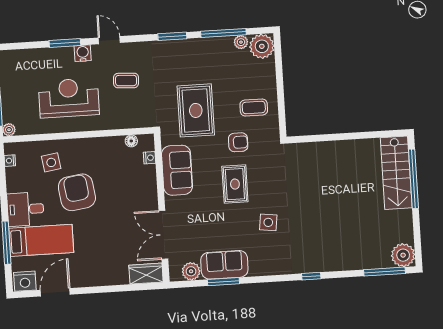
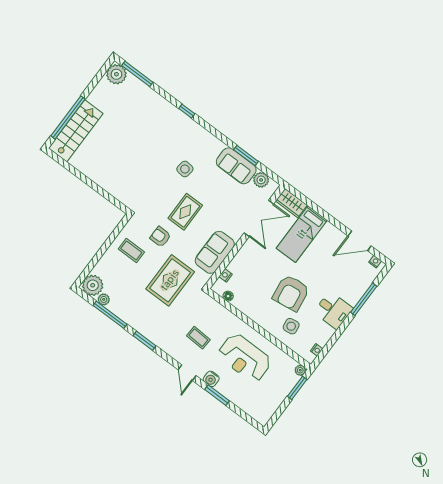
bed: (41, 240) -> (302, 234), moved, turned -90
nightstand: (25, 281) -> (375, 262), width x0.53, depth x0.56

